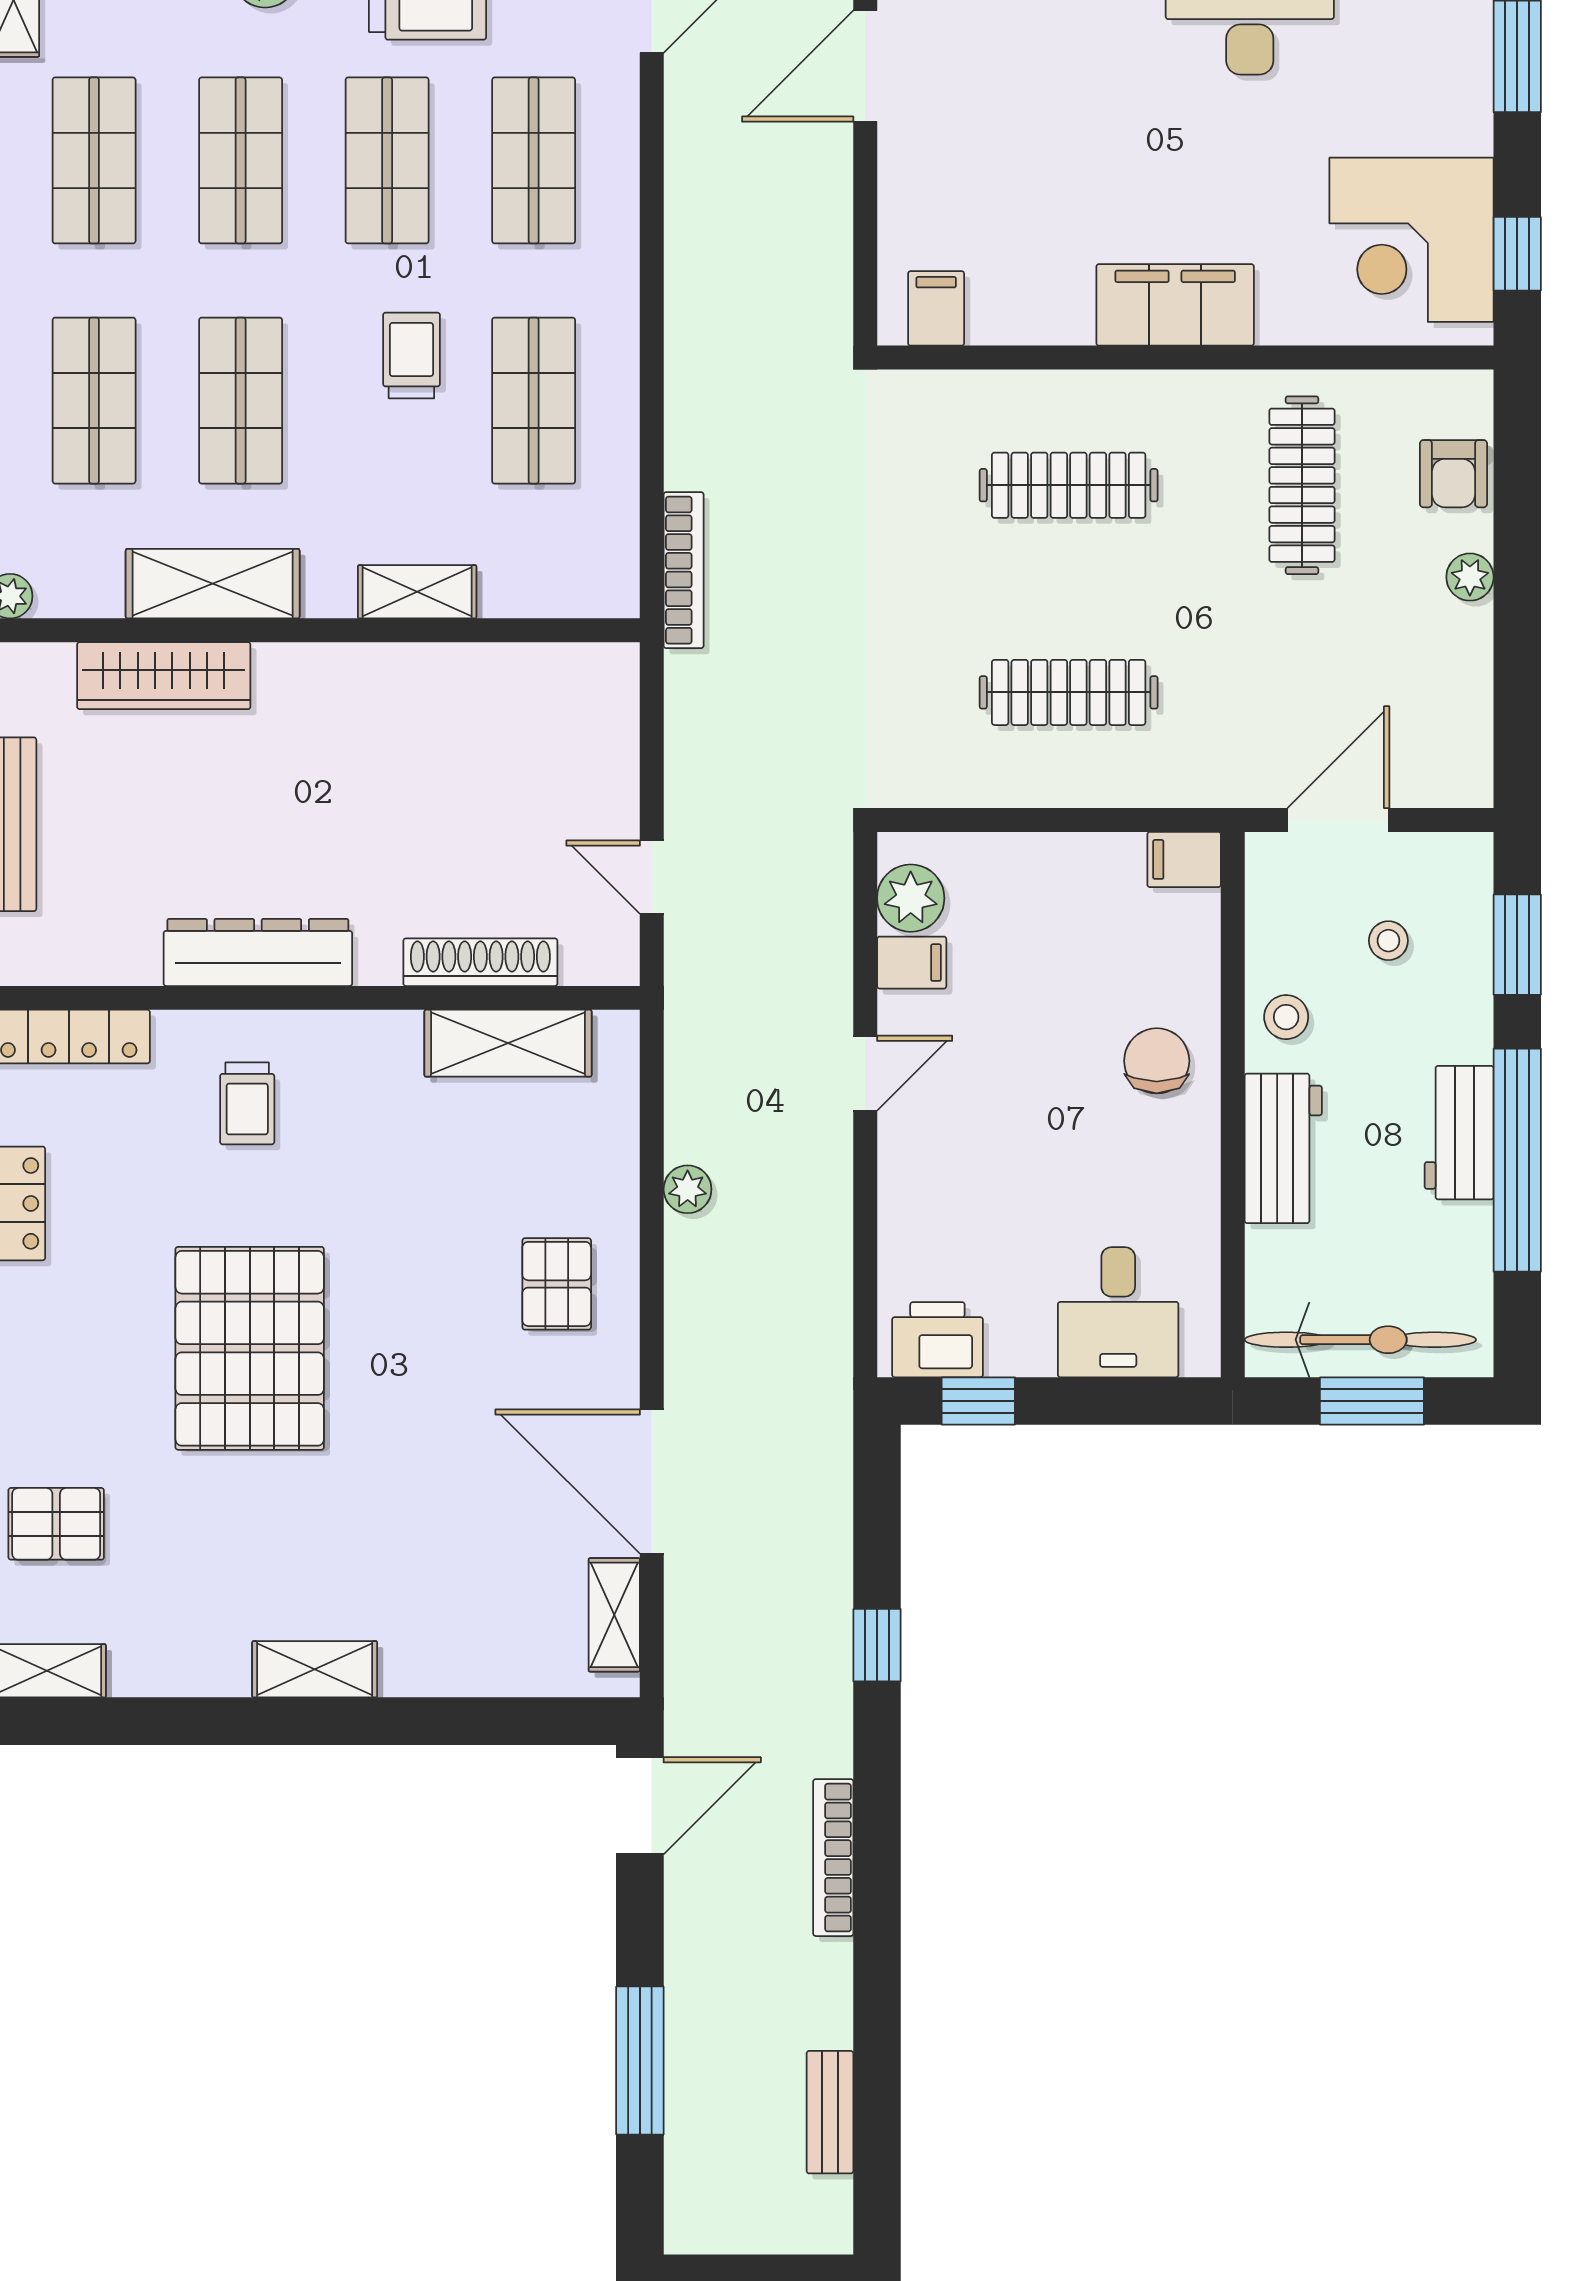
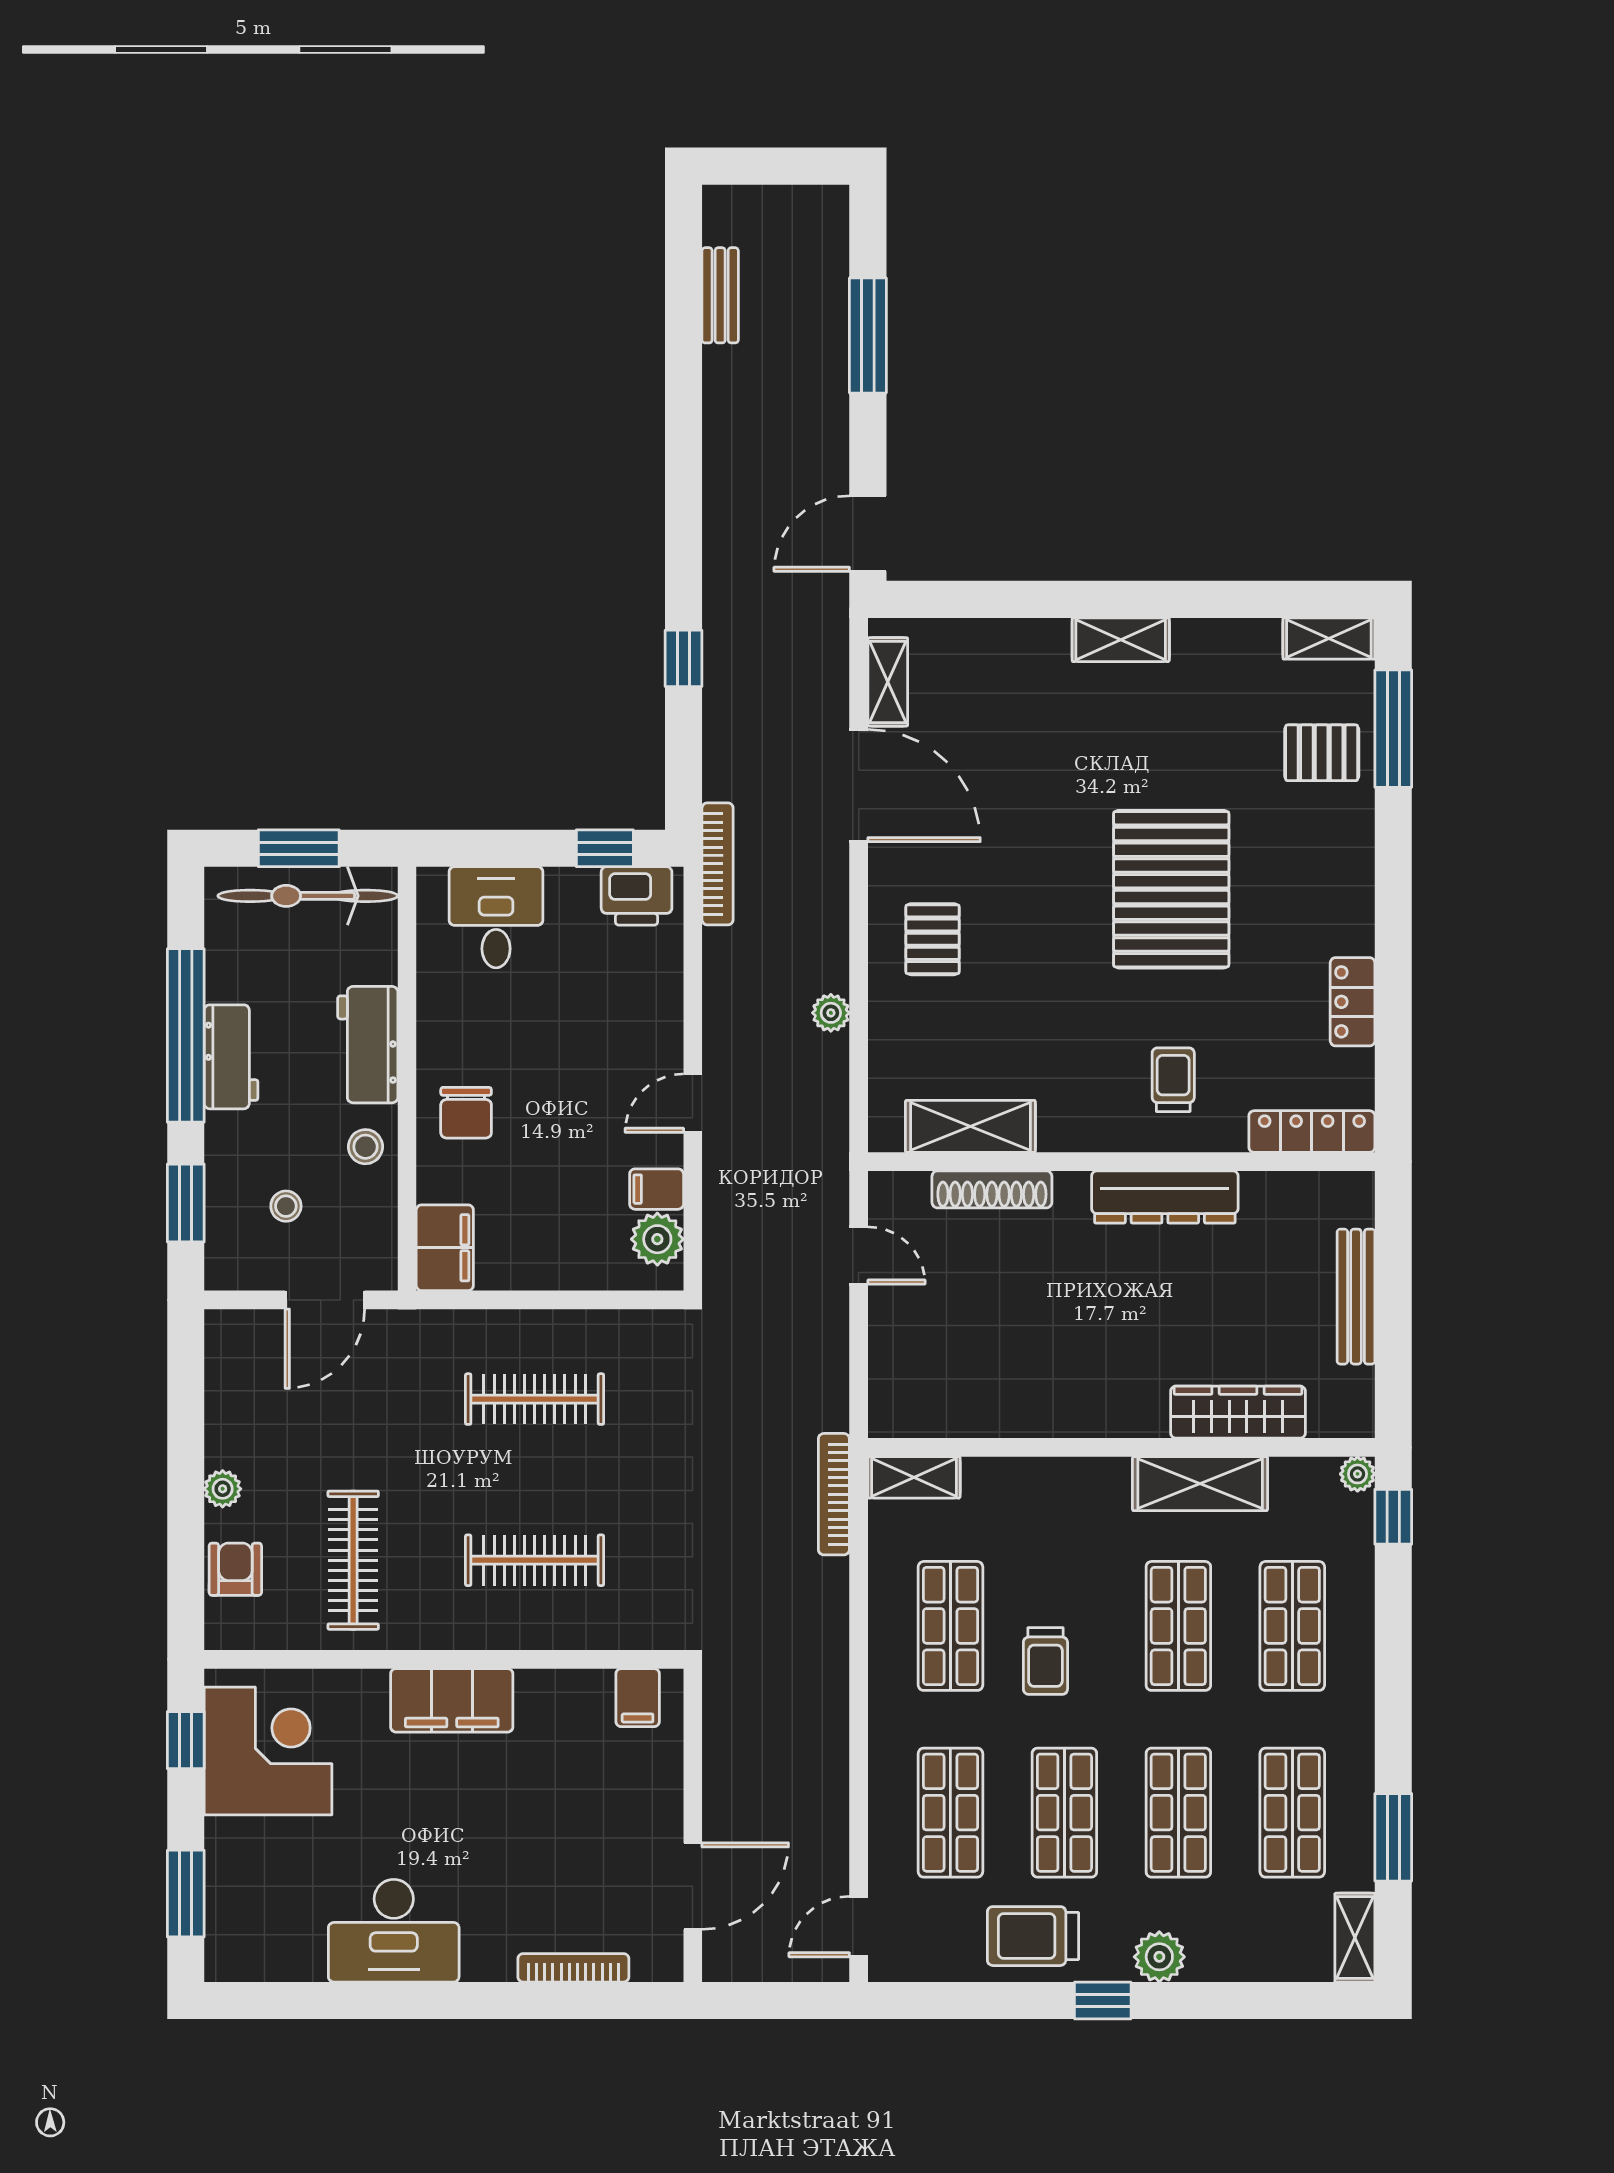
shelving: (417, 592) -> (914, 1477), moved
filing cabinet: (1184, 859) -> (445, 1248), width x2.00
bookcase: (833, 1858) -> (718, 864), moved

